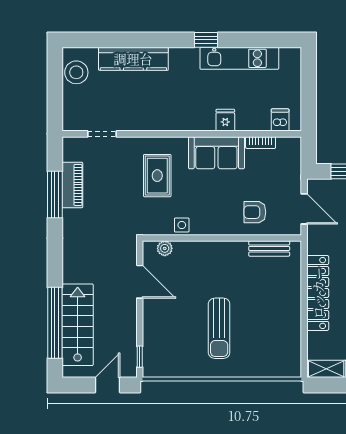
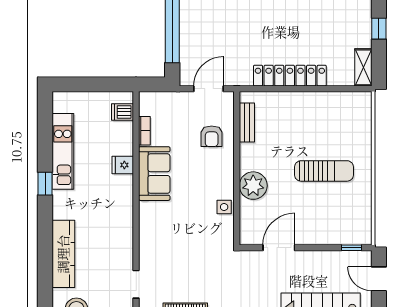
rug: (157, 176) -> (176, 231), removed
plant: (165, 248) -> (253, 186), moved, width x1.87, depth x1.87

